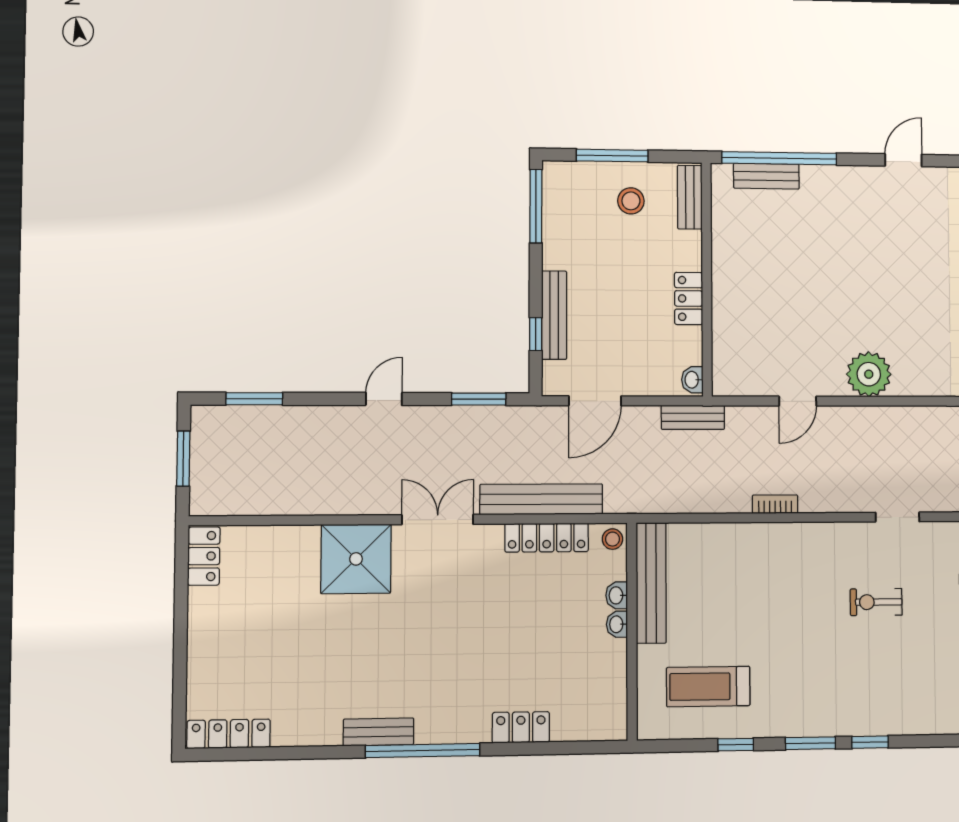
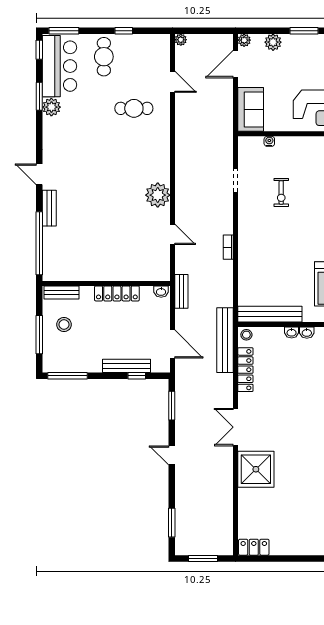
bench: (766, 176) -> (49, 208), moved
locker: (689, 298) -> (117, 293), width x1.53
bench: (541, 499) -> (225, 340), moved
washbasin: (617, 595) -> (307, 333), moved

